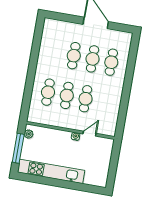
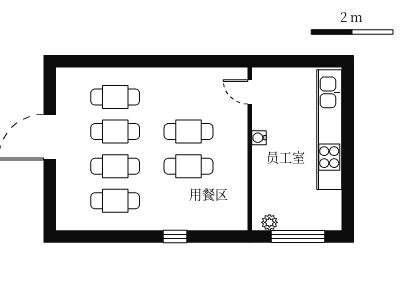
window: (30, 81) -> (175, 237), added
cafe table: (48, 92) -> (115, 201), moved
door: (89, 134) -> (250, 92), moved
kitchen unit: (51, 171) -> (329, 130), moved

